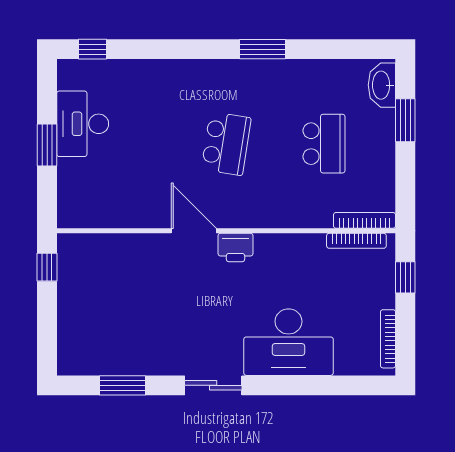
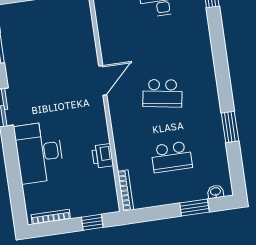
window: (263, 49) -> (230, 127), moved
washbasin: (382, 85) -> (215, 192), width x0.52, depth x0.69
bookcase: (356, 241) -> (111, 187), removed
printer: (236, 248) -> (103, 156), moved

